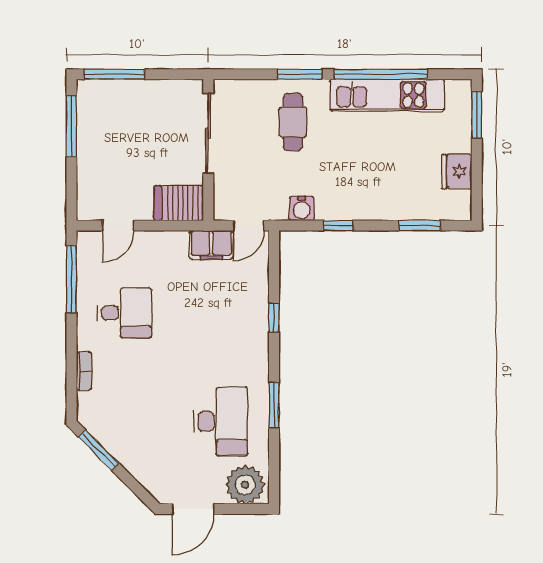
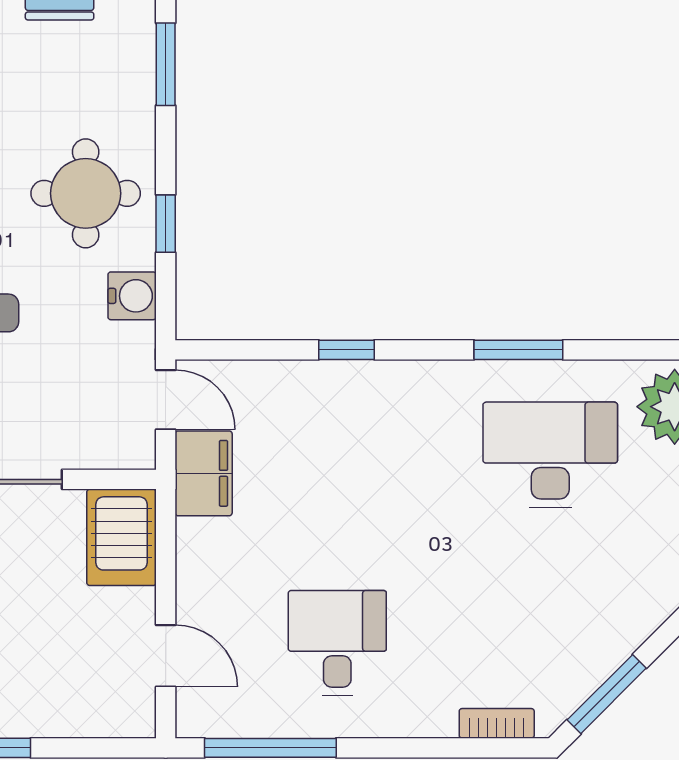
round table: (354, 185) -> (86, 193), added
bookcase: (84, 371) -> (497, 723), moved

